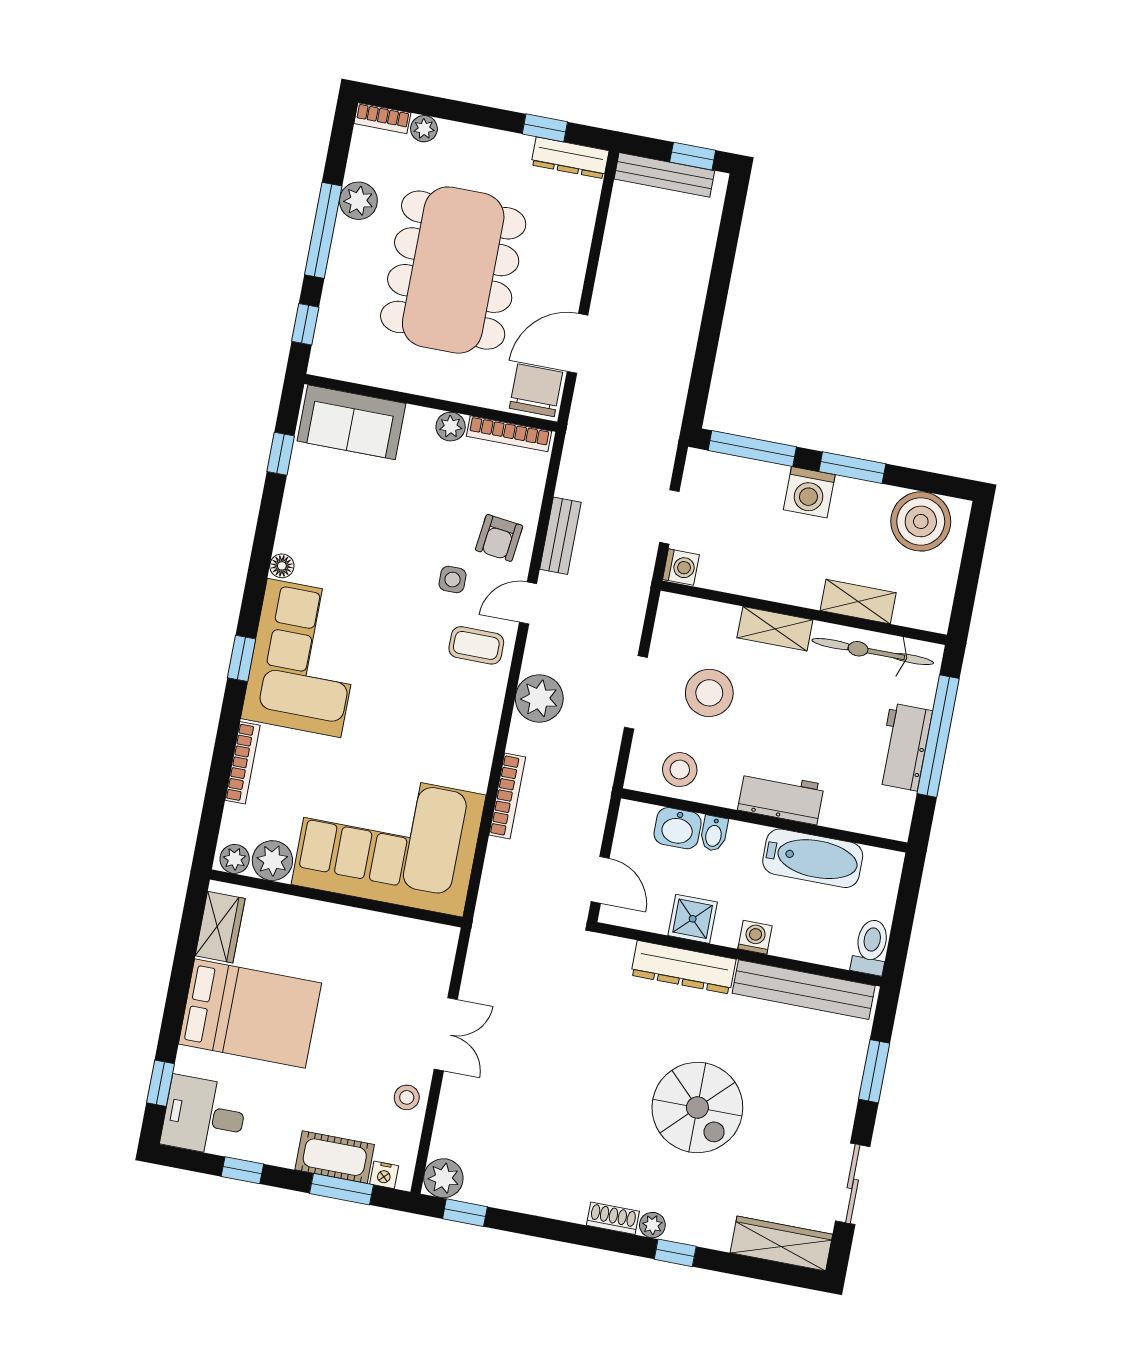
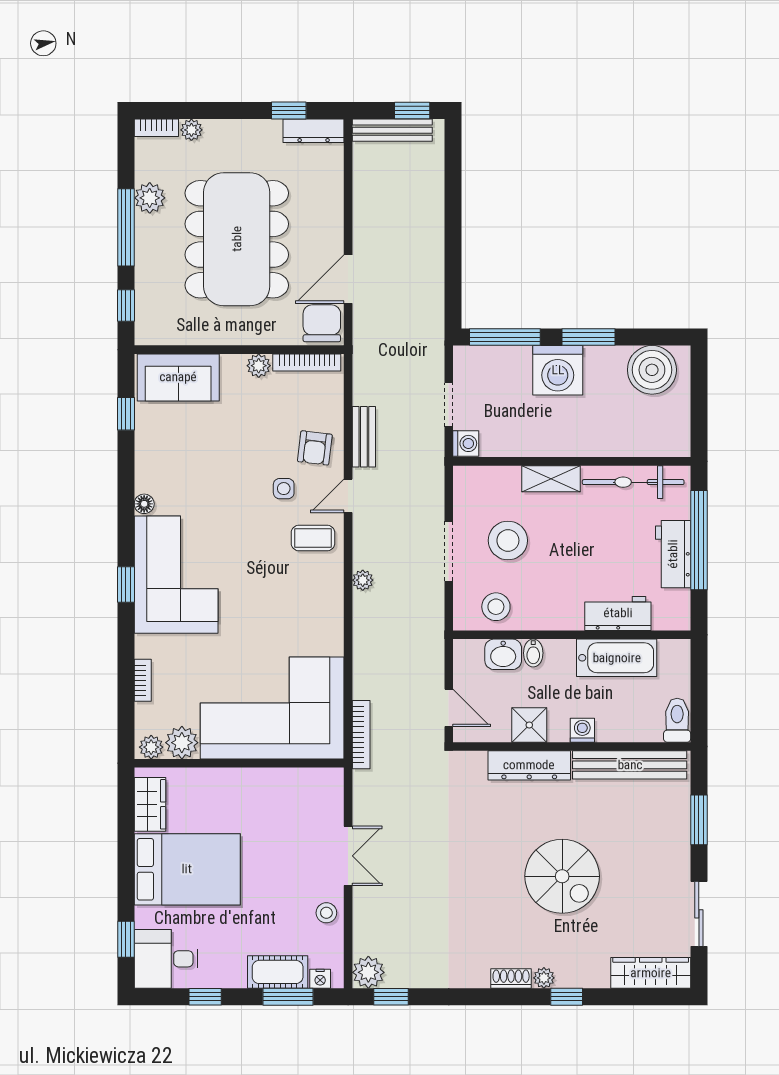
washing machine: (809, 492) -> (558, 370), width x1.37, depth x1.37
shelving: (858, 602) -> (614, 444), removed
plant: (539, 698) -> (363, 580), width x0.53, depth x0.53
bookcase: (243, 763) -> (143, 680), width x0.64
bookcase: (507, 796) -> (361, 735), moved
workbench: (781, 797) -> (618, 613), moved

